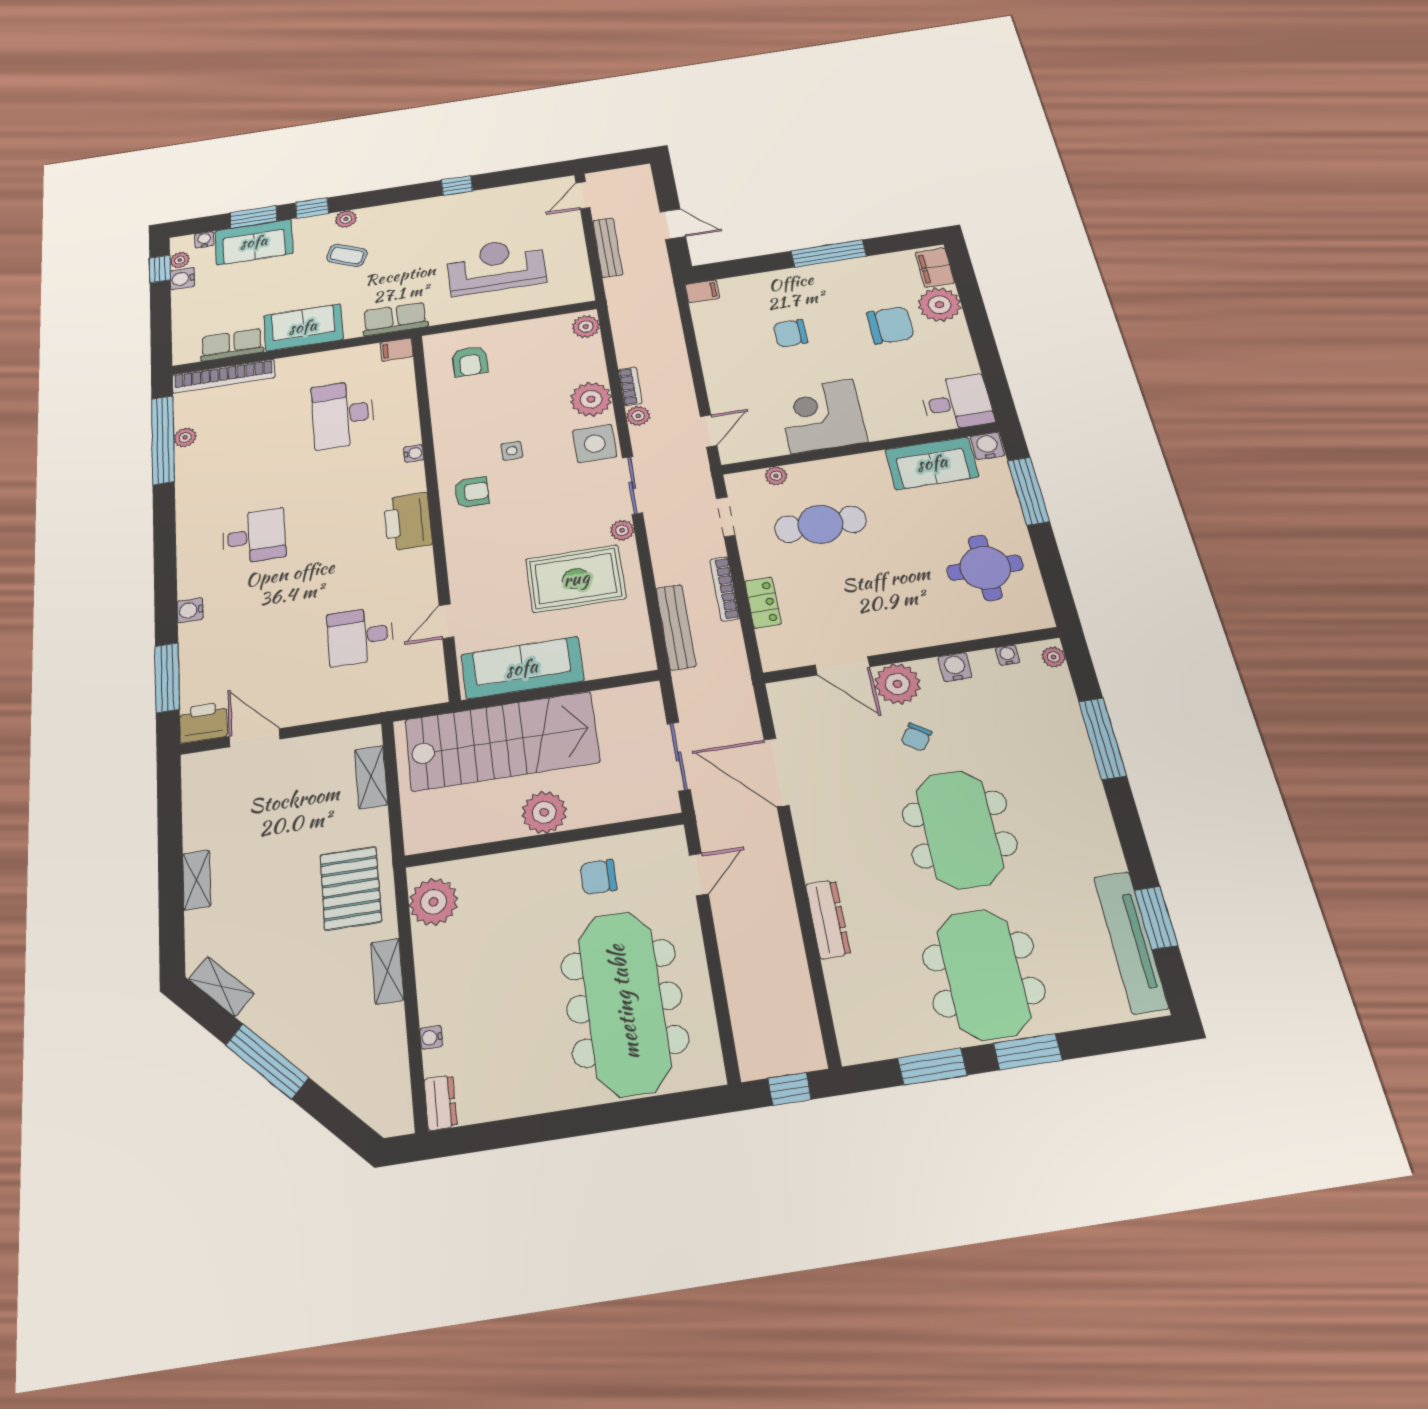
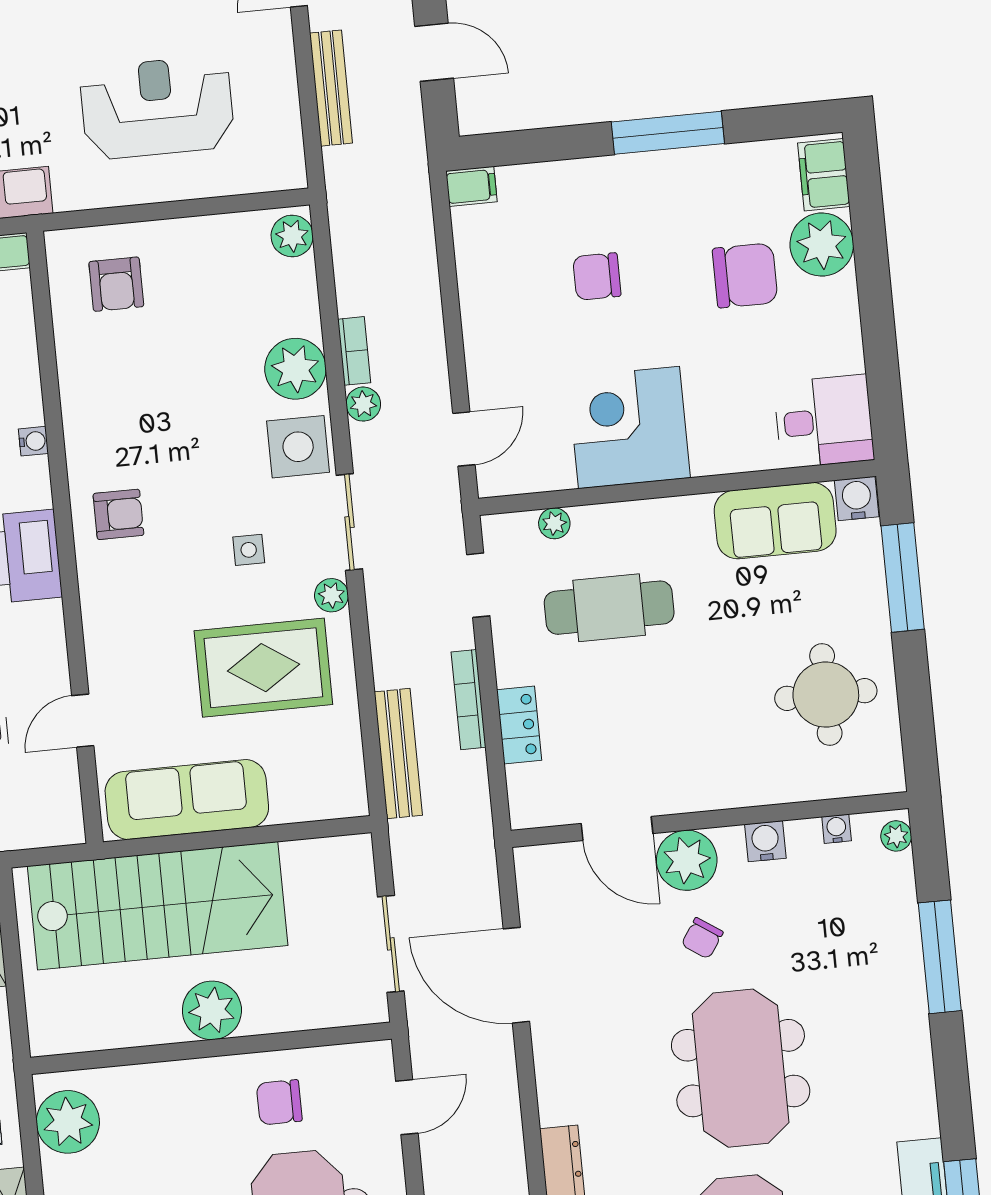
side table: (512, 451) -> (249, 550), moved

